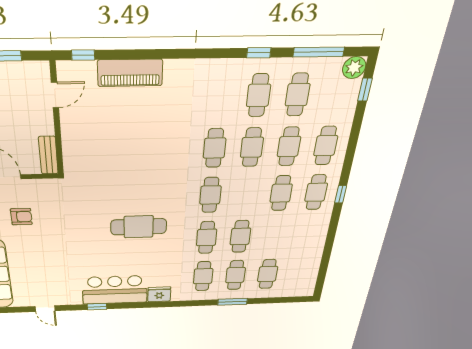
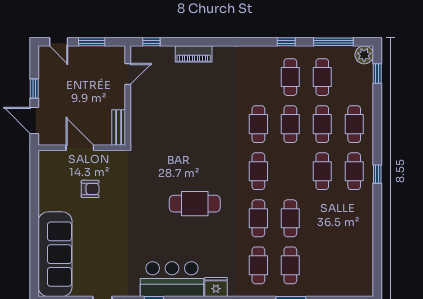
piano: (130, 73) -> (194, 54), width x0.73, depth x0.75
cafe table: (268, 274) -> (322, 265), removed

